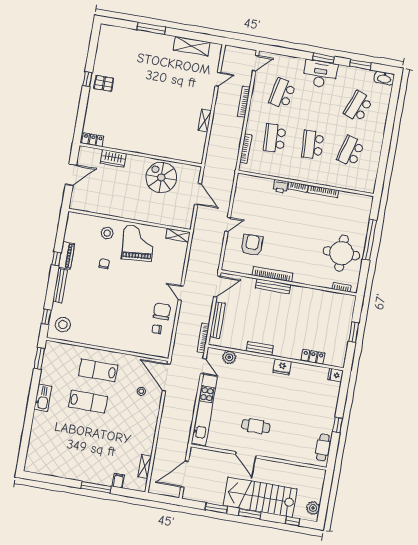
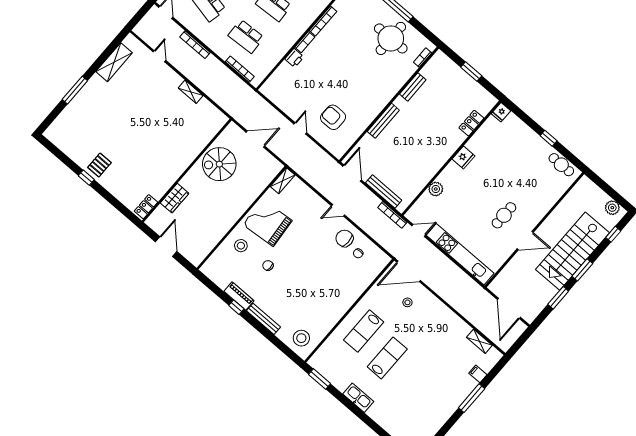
bookcase: (273, 274) -> (372, 115), removed
window: (46, 317) -> (285, 349), removed
bench: (260, 349) -> (413, 87), moved
plant: (229, 357) -> (436, 189), moved

